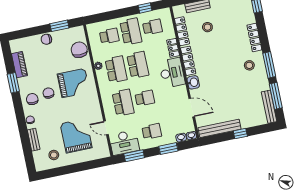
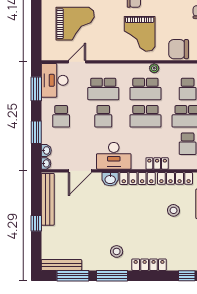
chair: (79, 50) -> (179, 49), turned 180
desk: (172, 73) -> (114, 156), moved

